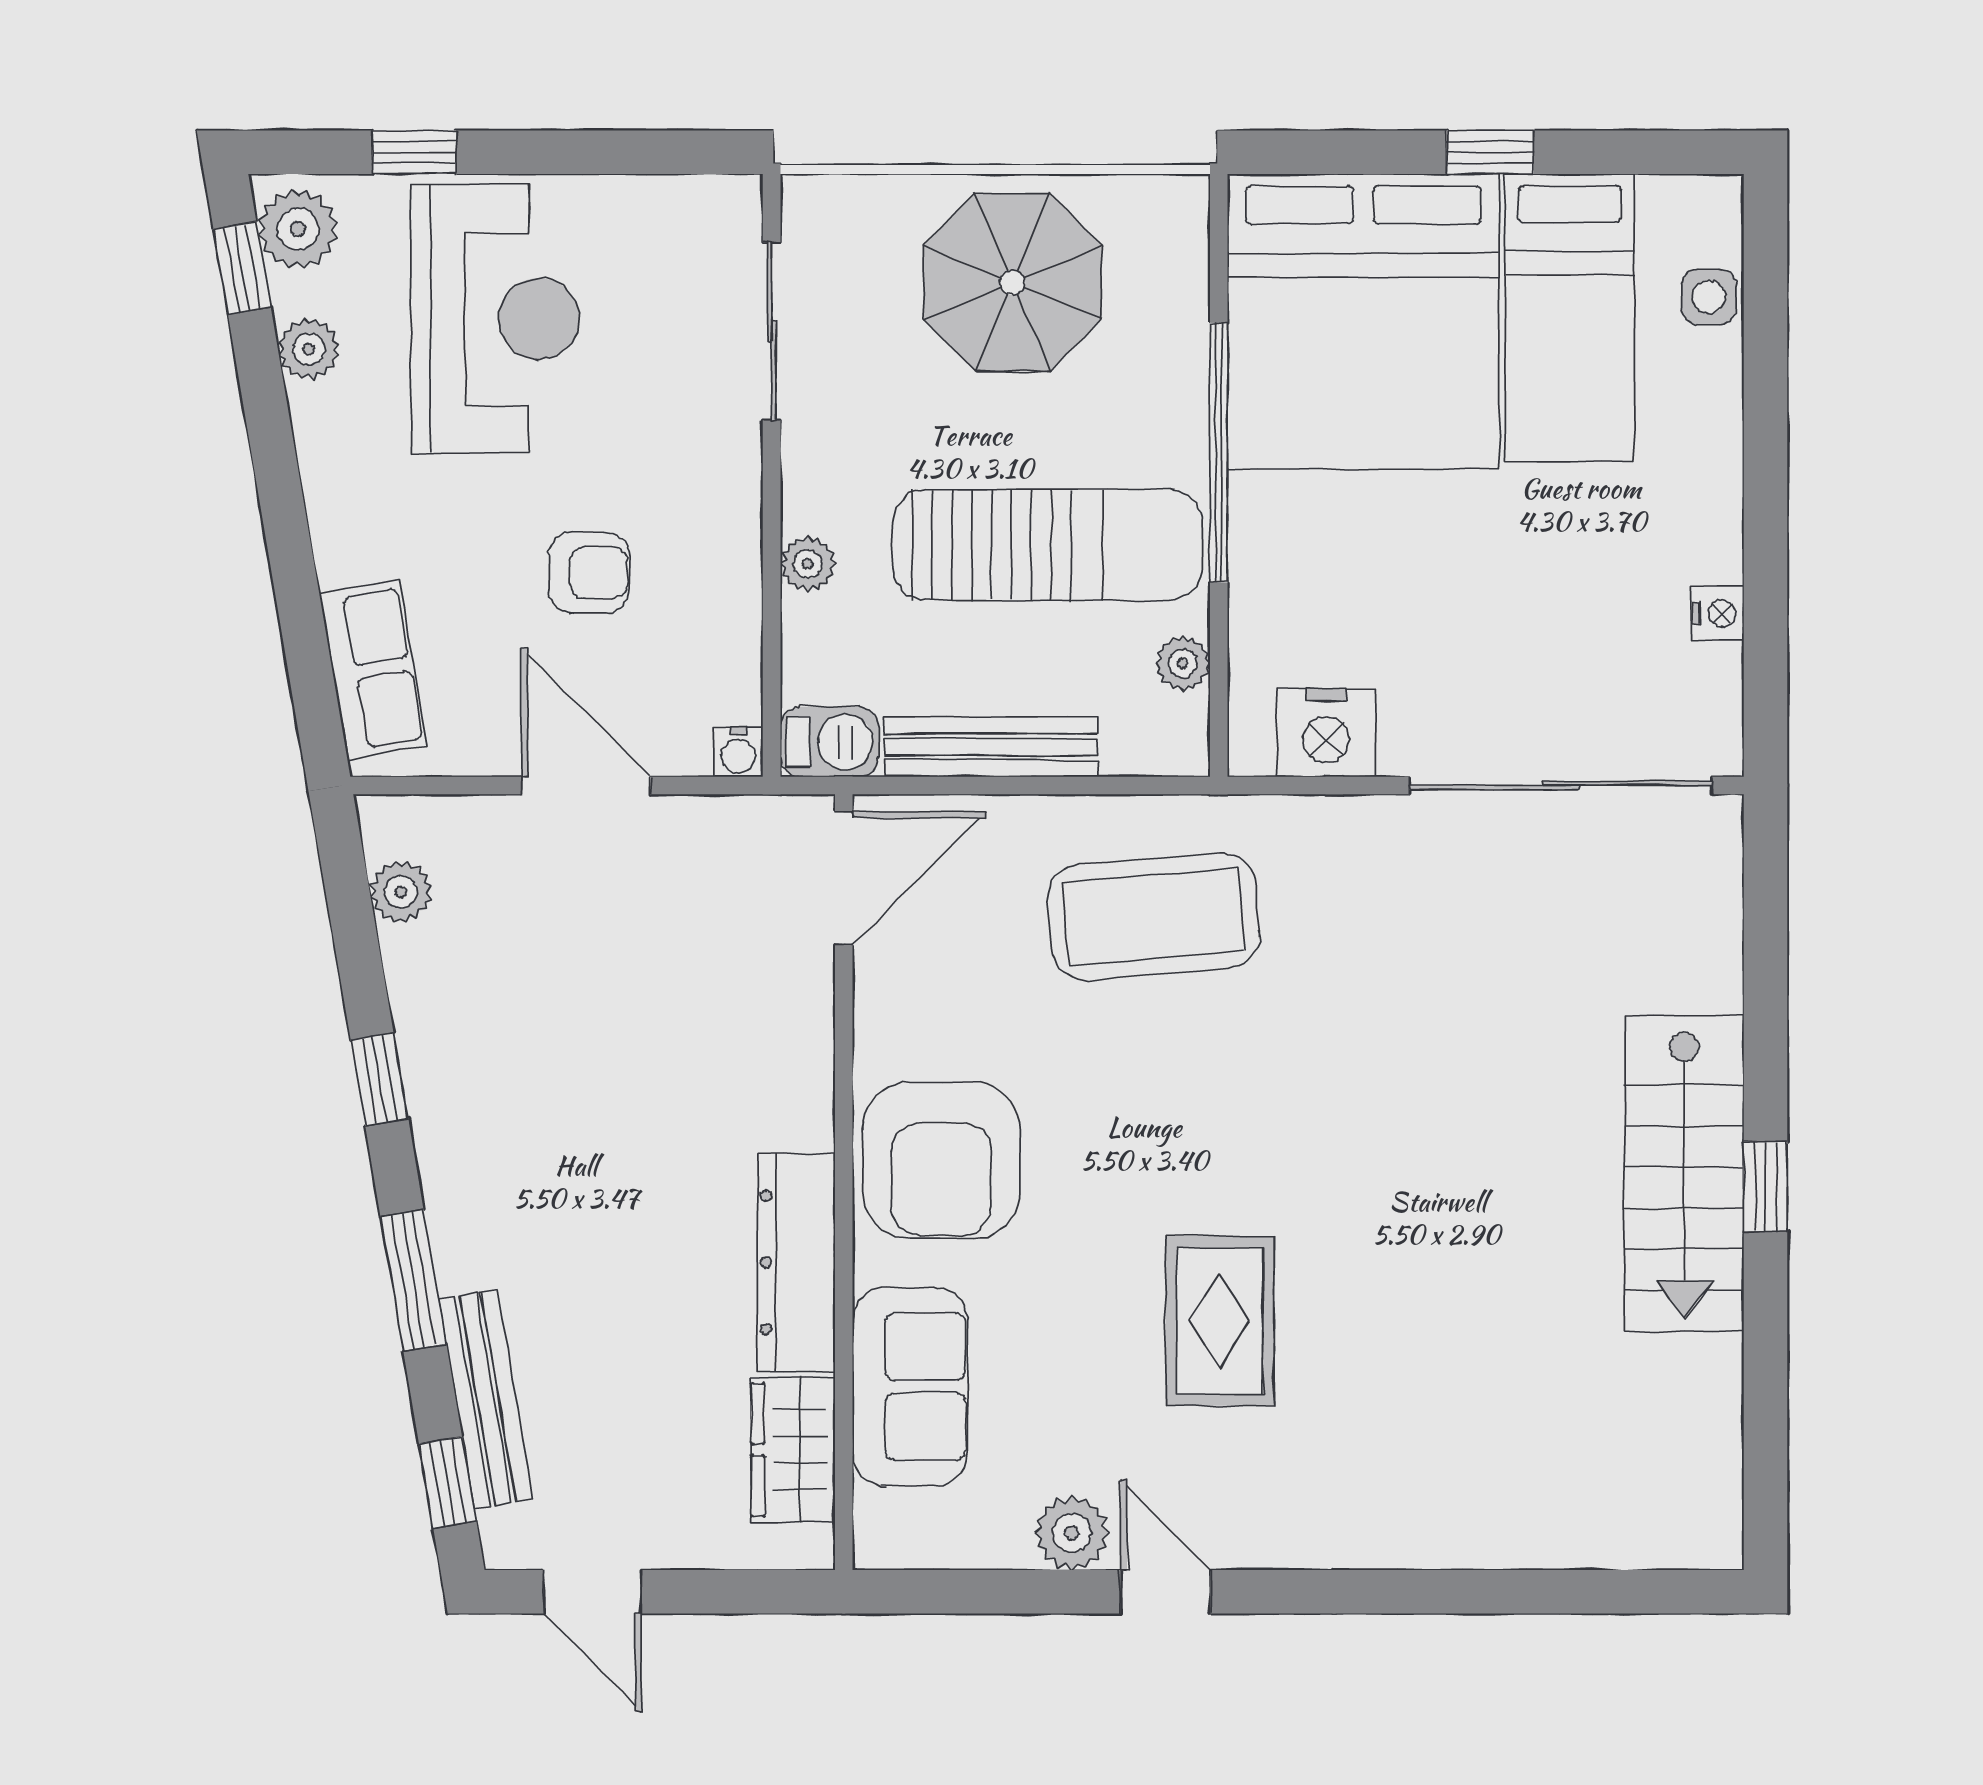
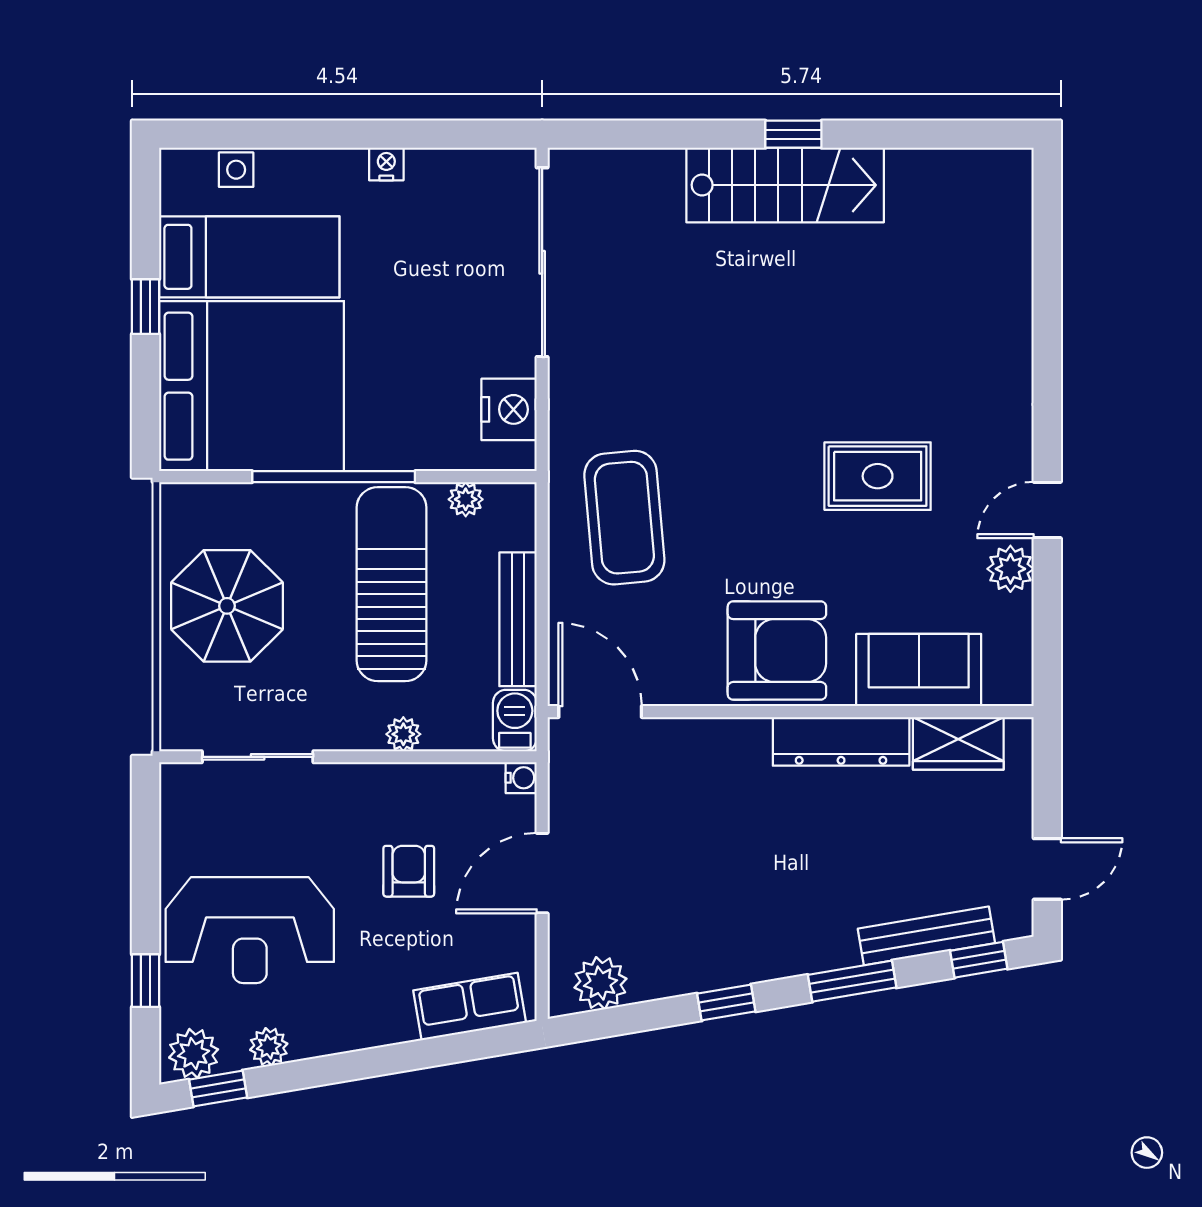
reception desk: (495, 319) -> (250, 930), turned 180
nightstand: (1718, 613) -> (386, 164), moved
plant: (401, 892) -> (600, 983), width x1.38, depth x1.38

